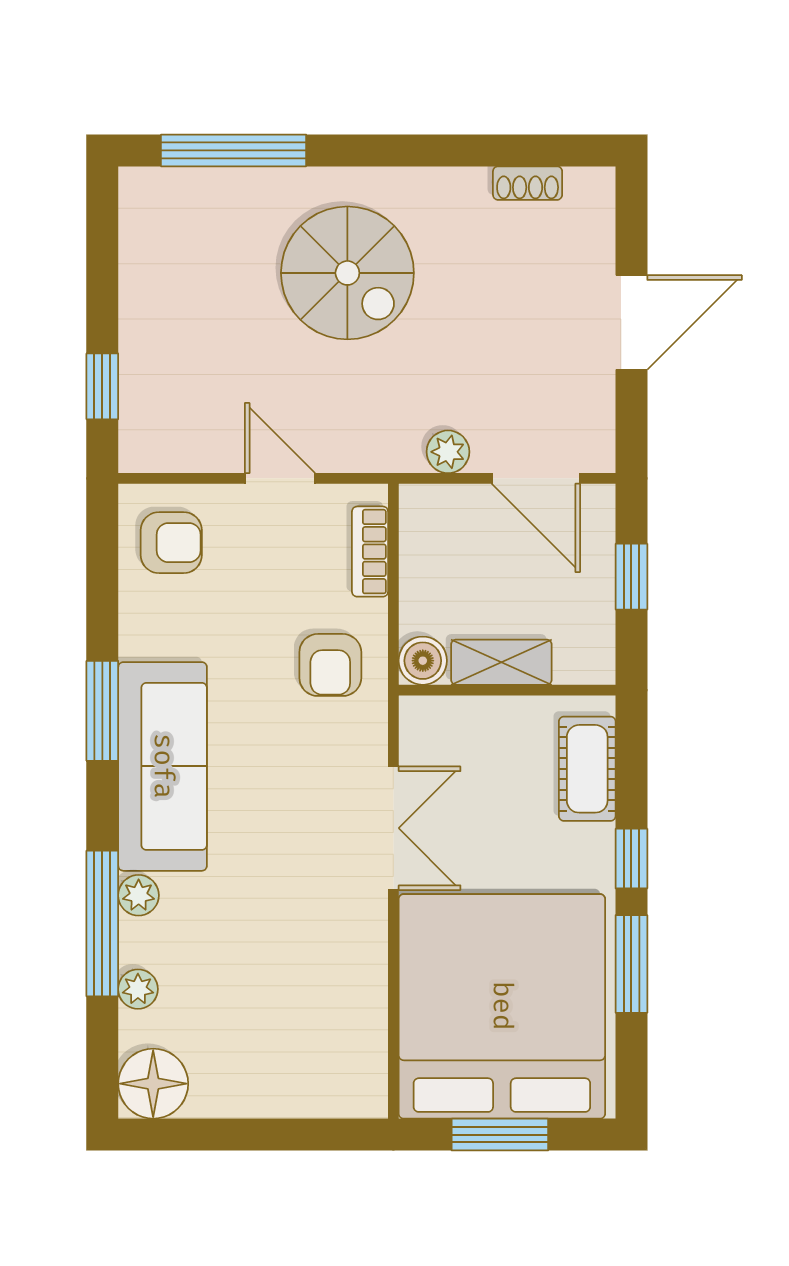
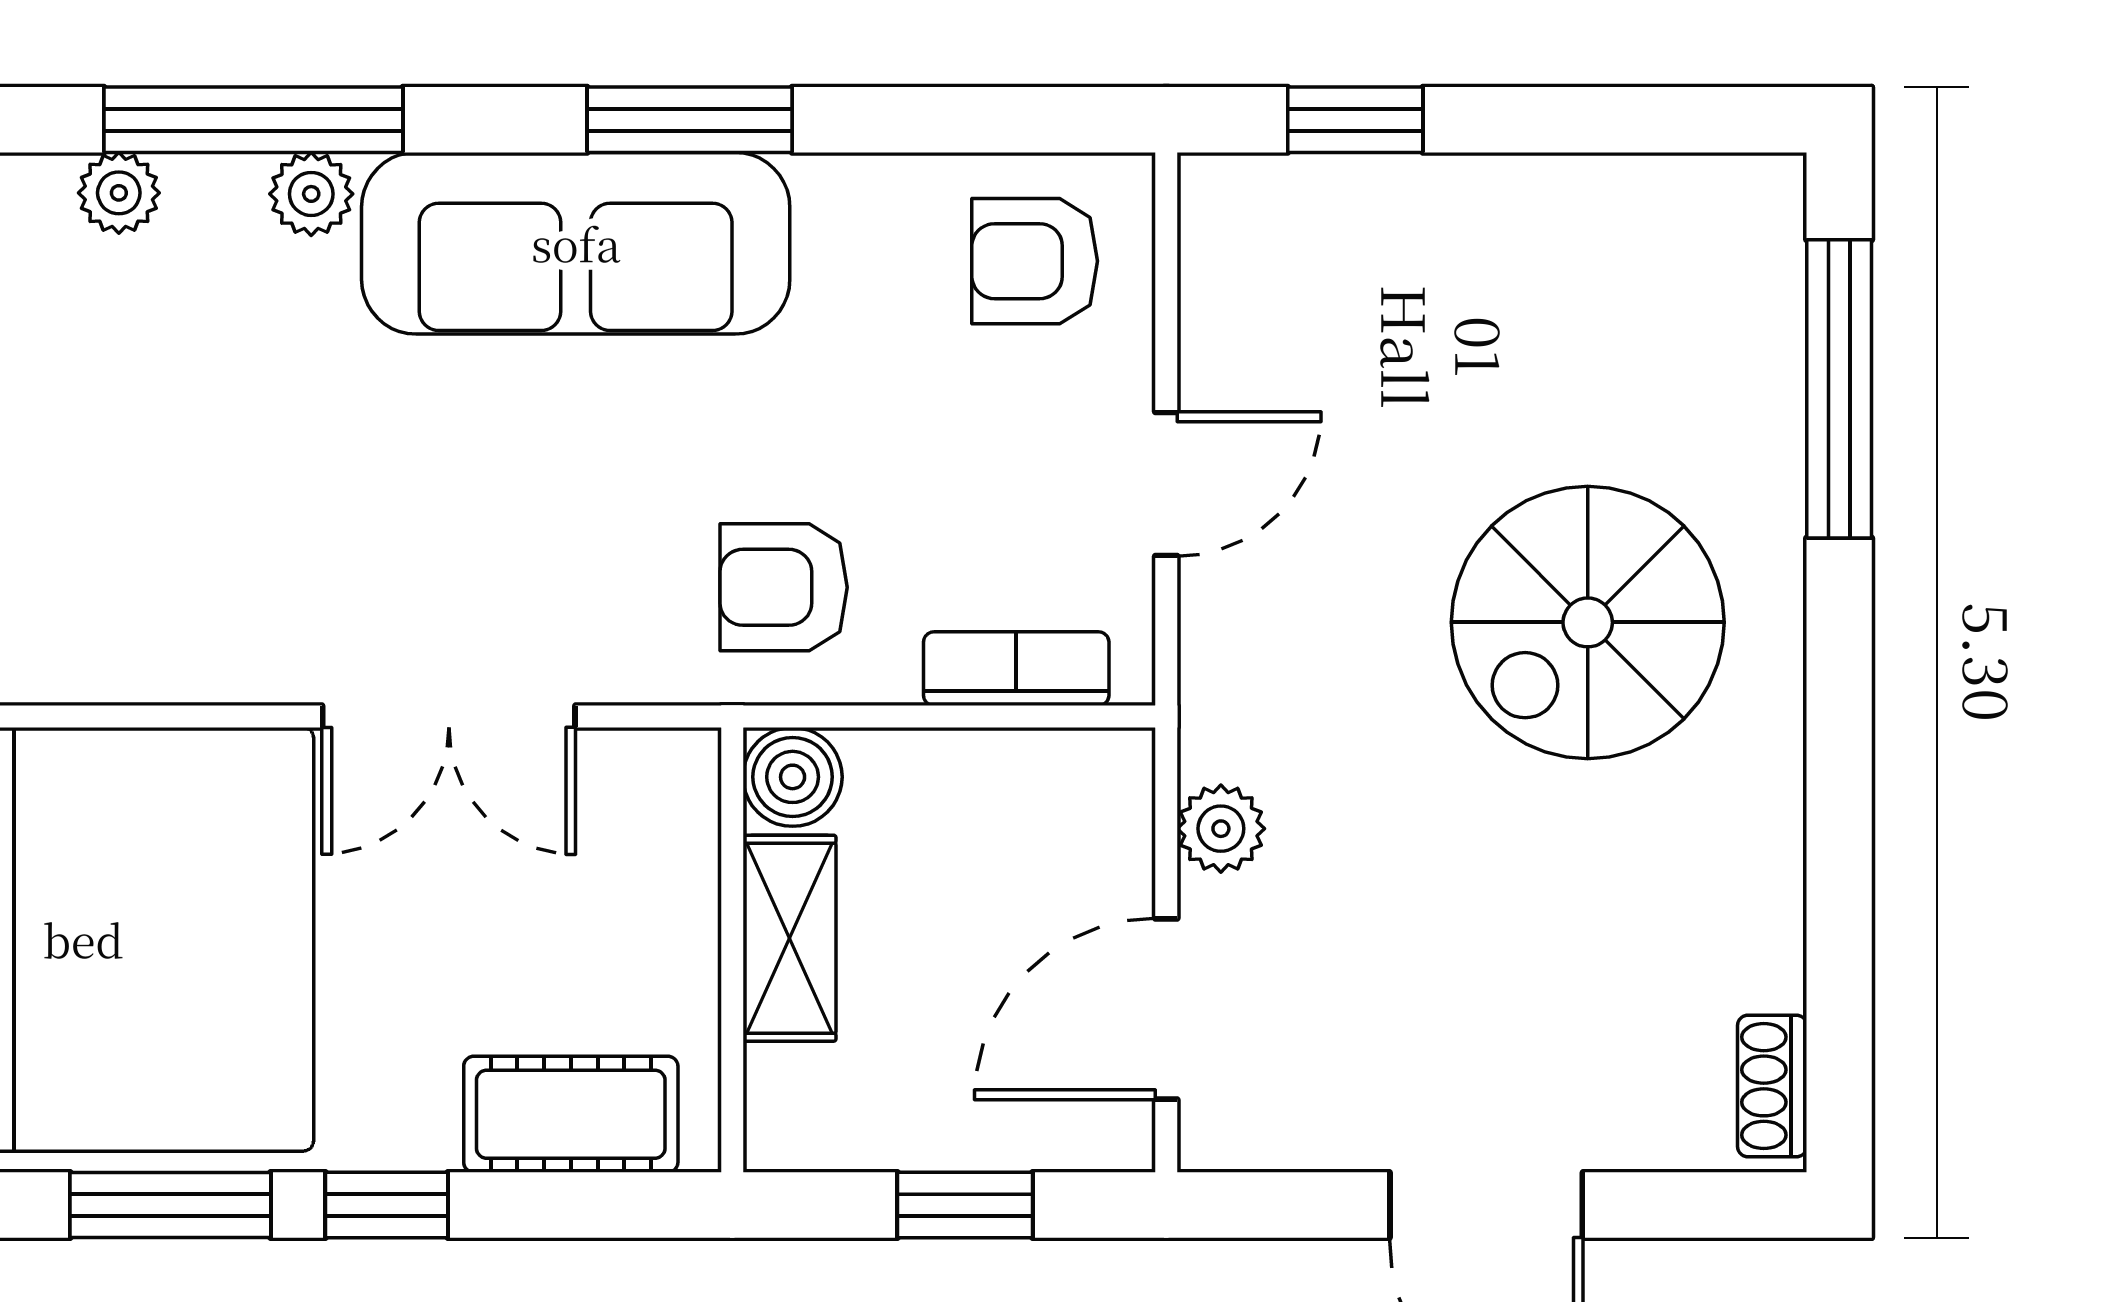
shoe rack: (528, 183) -> (1772, 1086), moved
armchair: (171, 543) -> (1035, 261), turned 90

